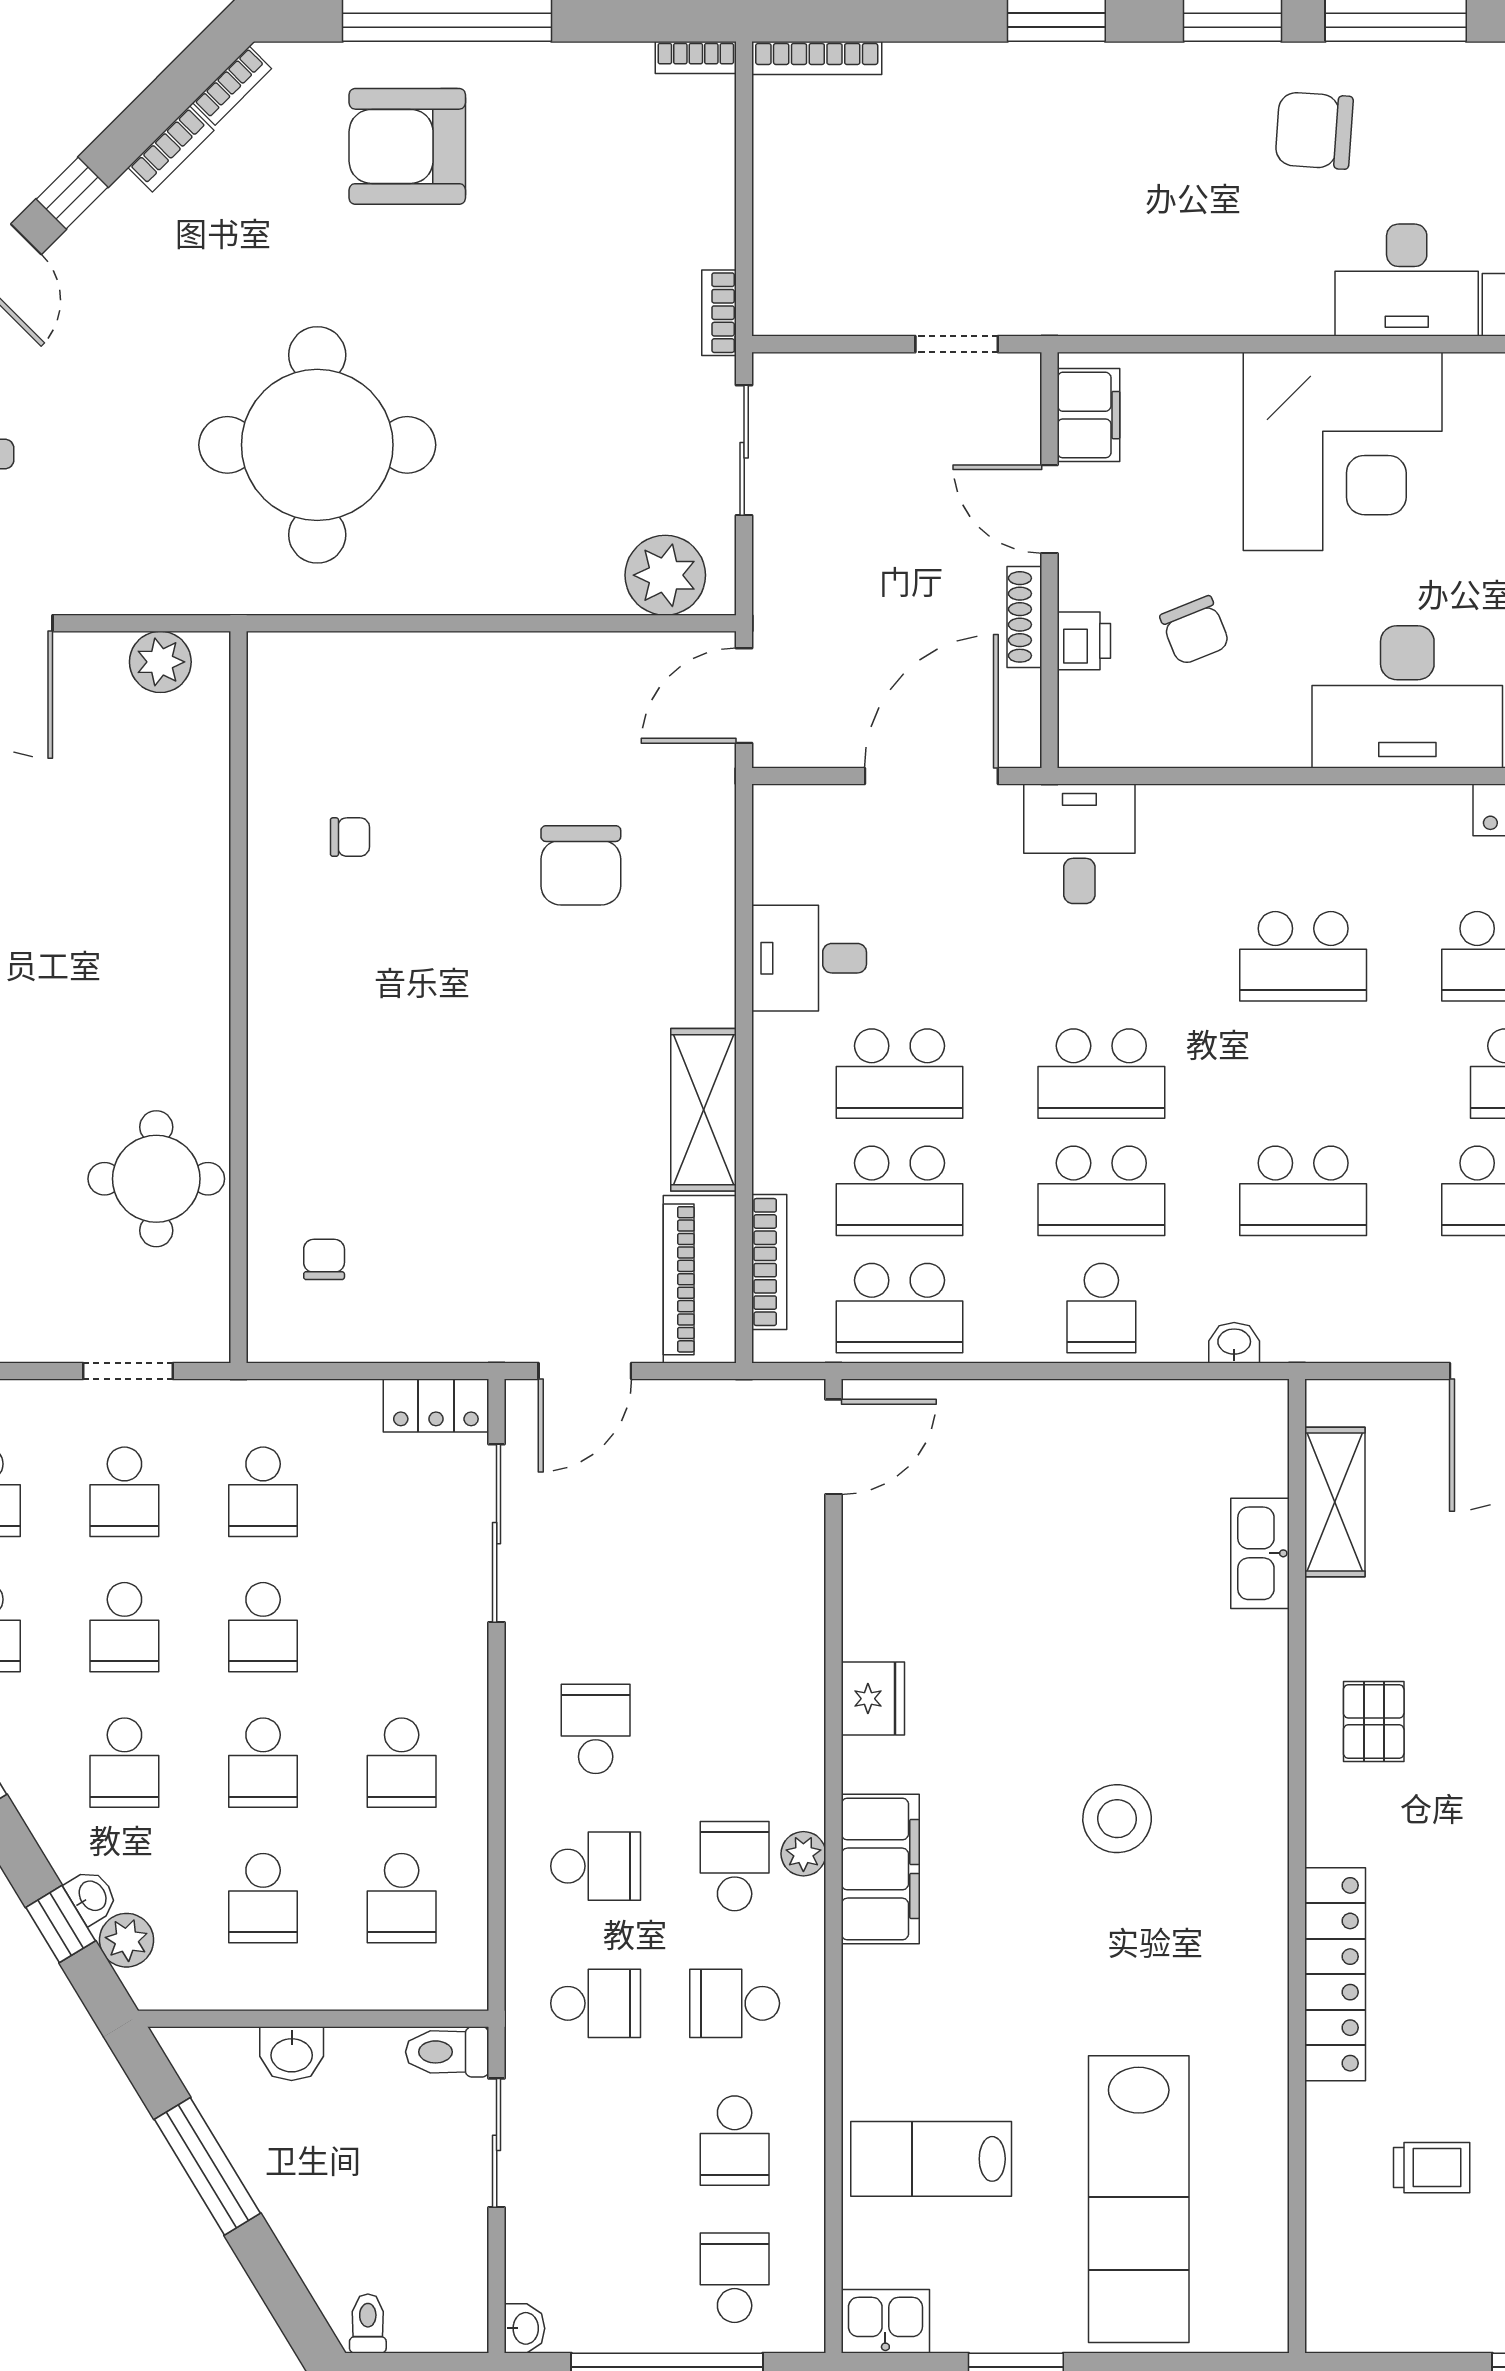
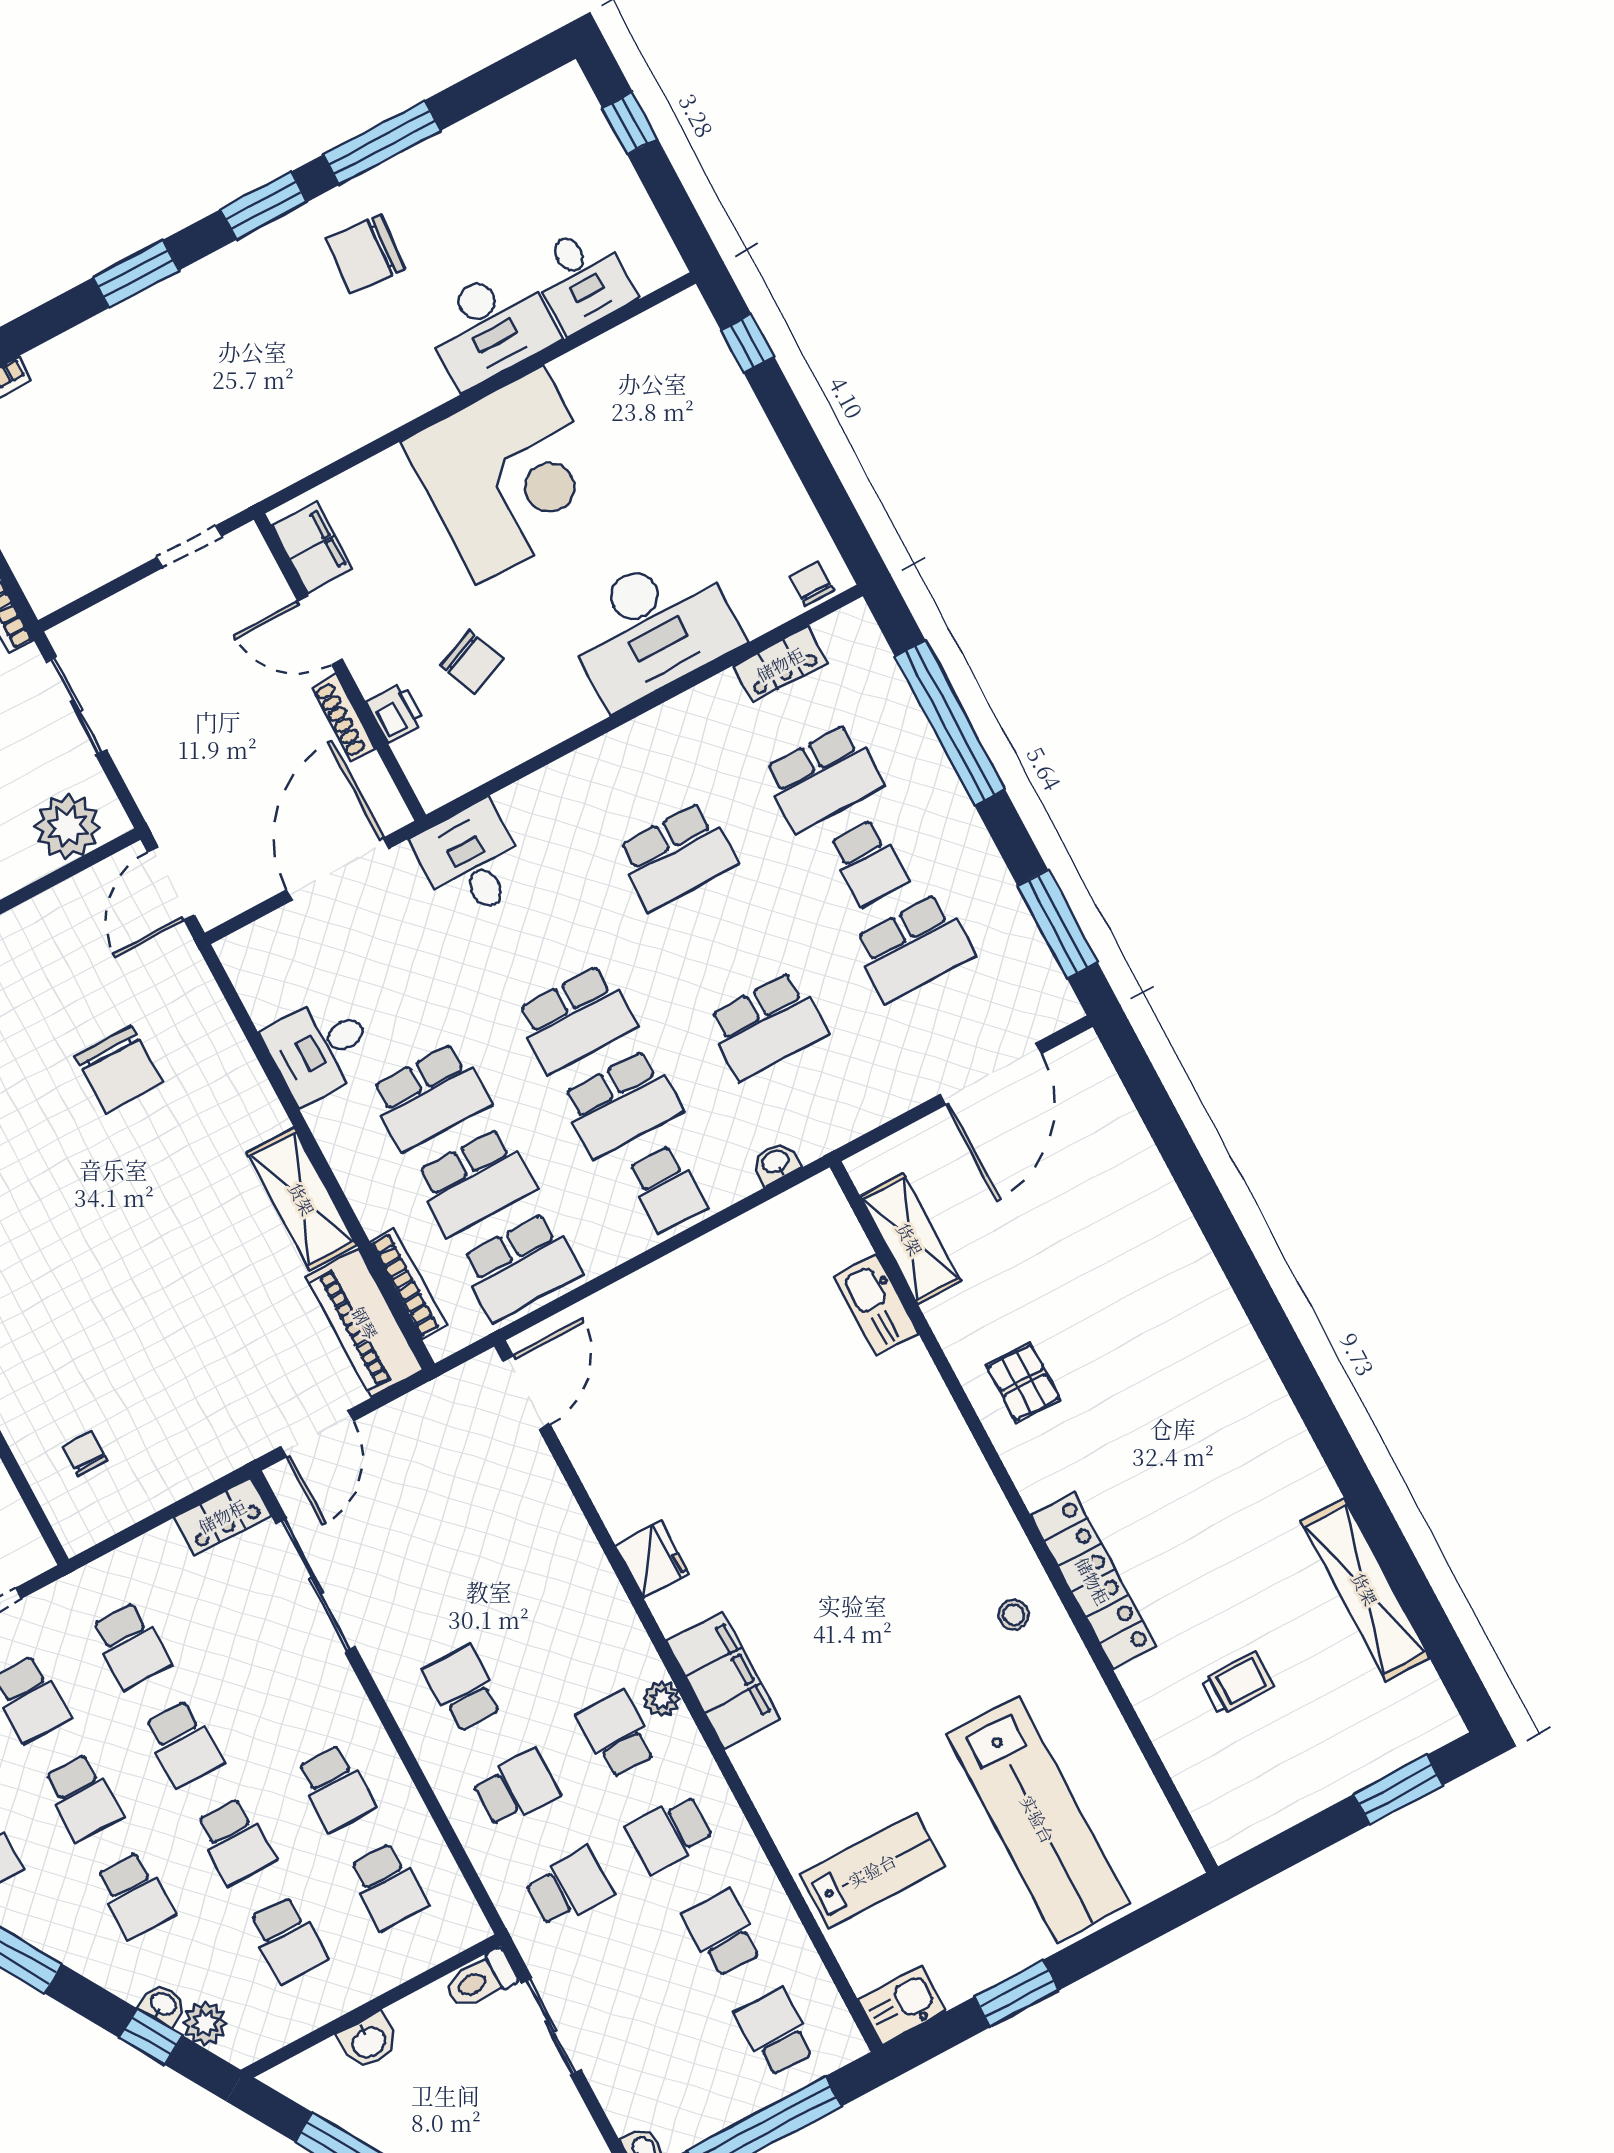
stool: (1117, 1819) -> (1014, 1615), moved, width x0.53, depth x0.53
school desk: (735, 2141) -> (723, 1933), turned 180
lab bench: (931, 2159) -> (872, 1870), turned 180

